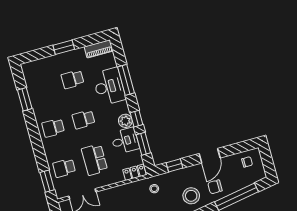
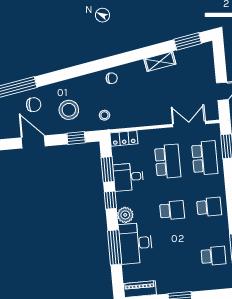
school desk: (73, 79) -> (213, 256), moved
plant: (125, 121) -> (125, 215), moved
door: (210, 156) -> (33, 142), hinge flipped
school desk: (64, 168) -> (205, 158), width x1.85
stool: (191, 196) -> (69, 110), moved

